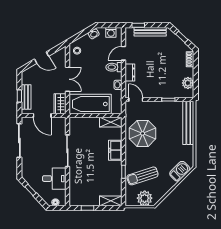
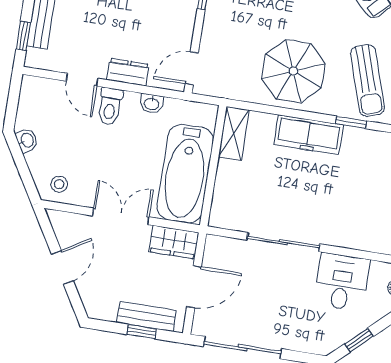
washing machine: (111, 32) -> (30, 101), removed
parasol: (143, 133) -> (293, 71), moved
freezer: (115, 150) -> (309, 135), width x1.40

